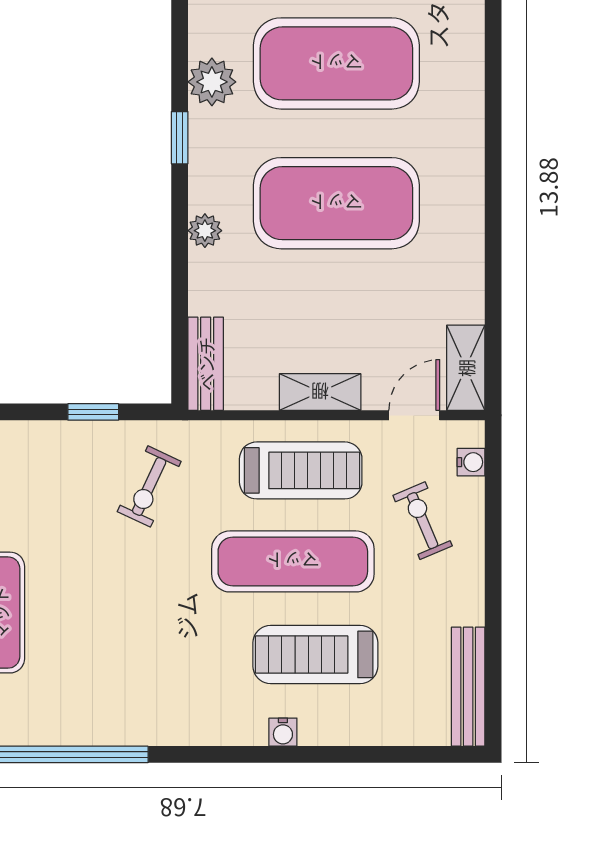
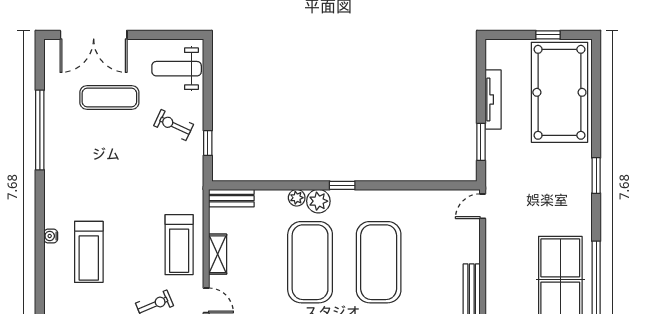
plant: (212, 82) -> (318, 201), moved
exercise bike: (149, 486) -> (174, 125), moved
exercise mat: (293, 561) -> (134, 241), removed
treadmill: (315, 654) -> (89, 252), turned 180

